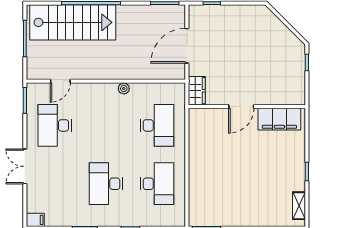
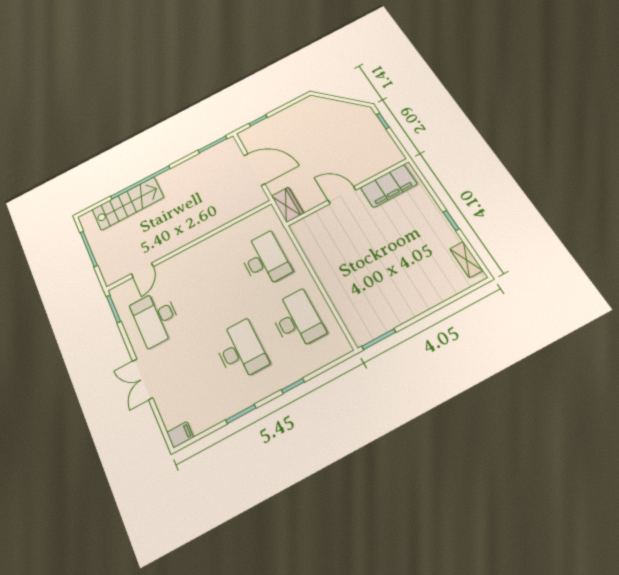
stairs: (73, 22) -> (128, 204), width x0.73, depth x0.66
door: (187, 46) -> (254, 170), swing flipped
plant: (124, 88) -> (211, 243), removed
door: (241, 107) -> (342, 195), swing flipped
desk: (106, 184) -> (240, 350), turned 180

